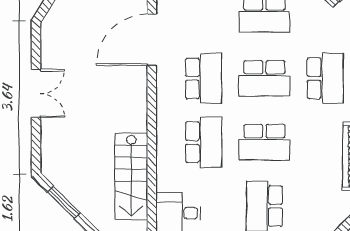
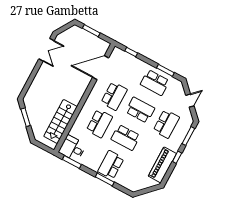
school desk: (264, 78) -> (140, 110), turned 180
double door: (36, 93) -> (46, 50), moved

